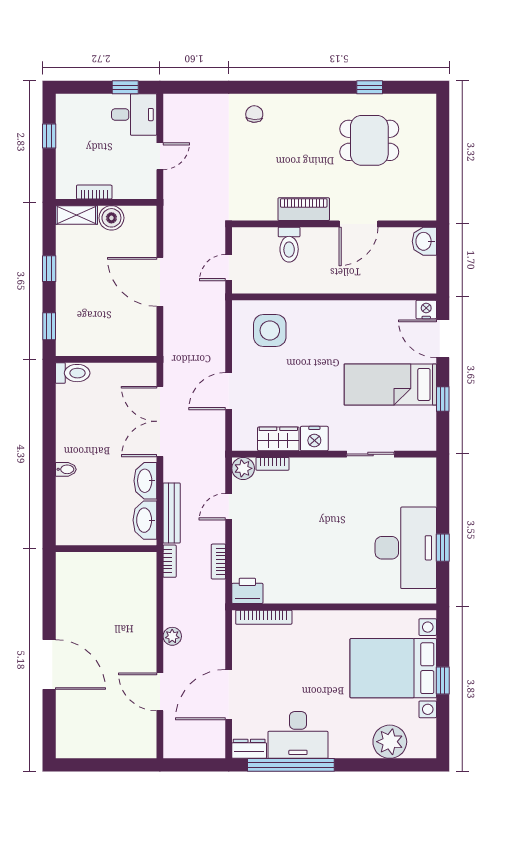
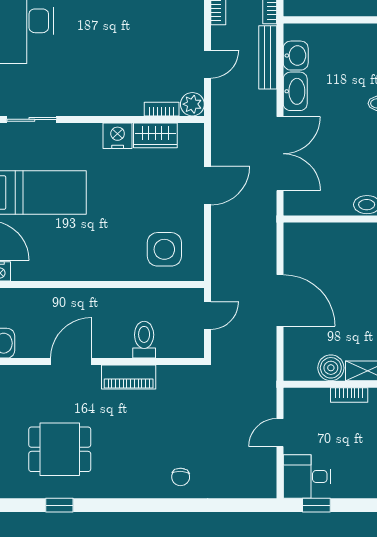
sliding door: (370, 454) -> (32, 119), moved
washbasin: (145, 520) -> (296, 56), width x0.72

